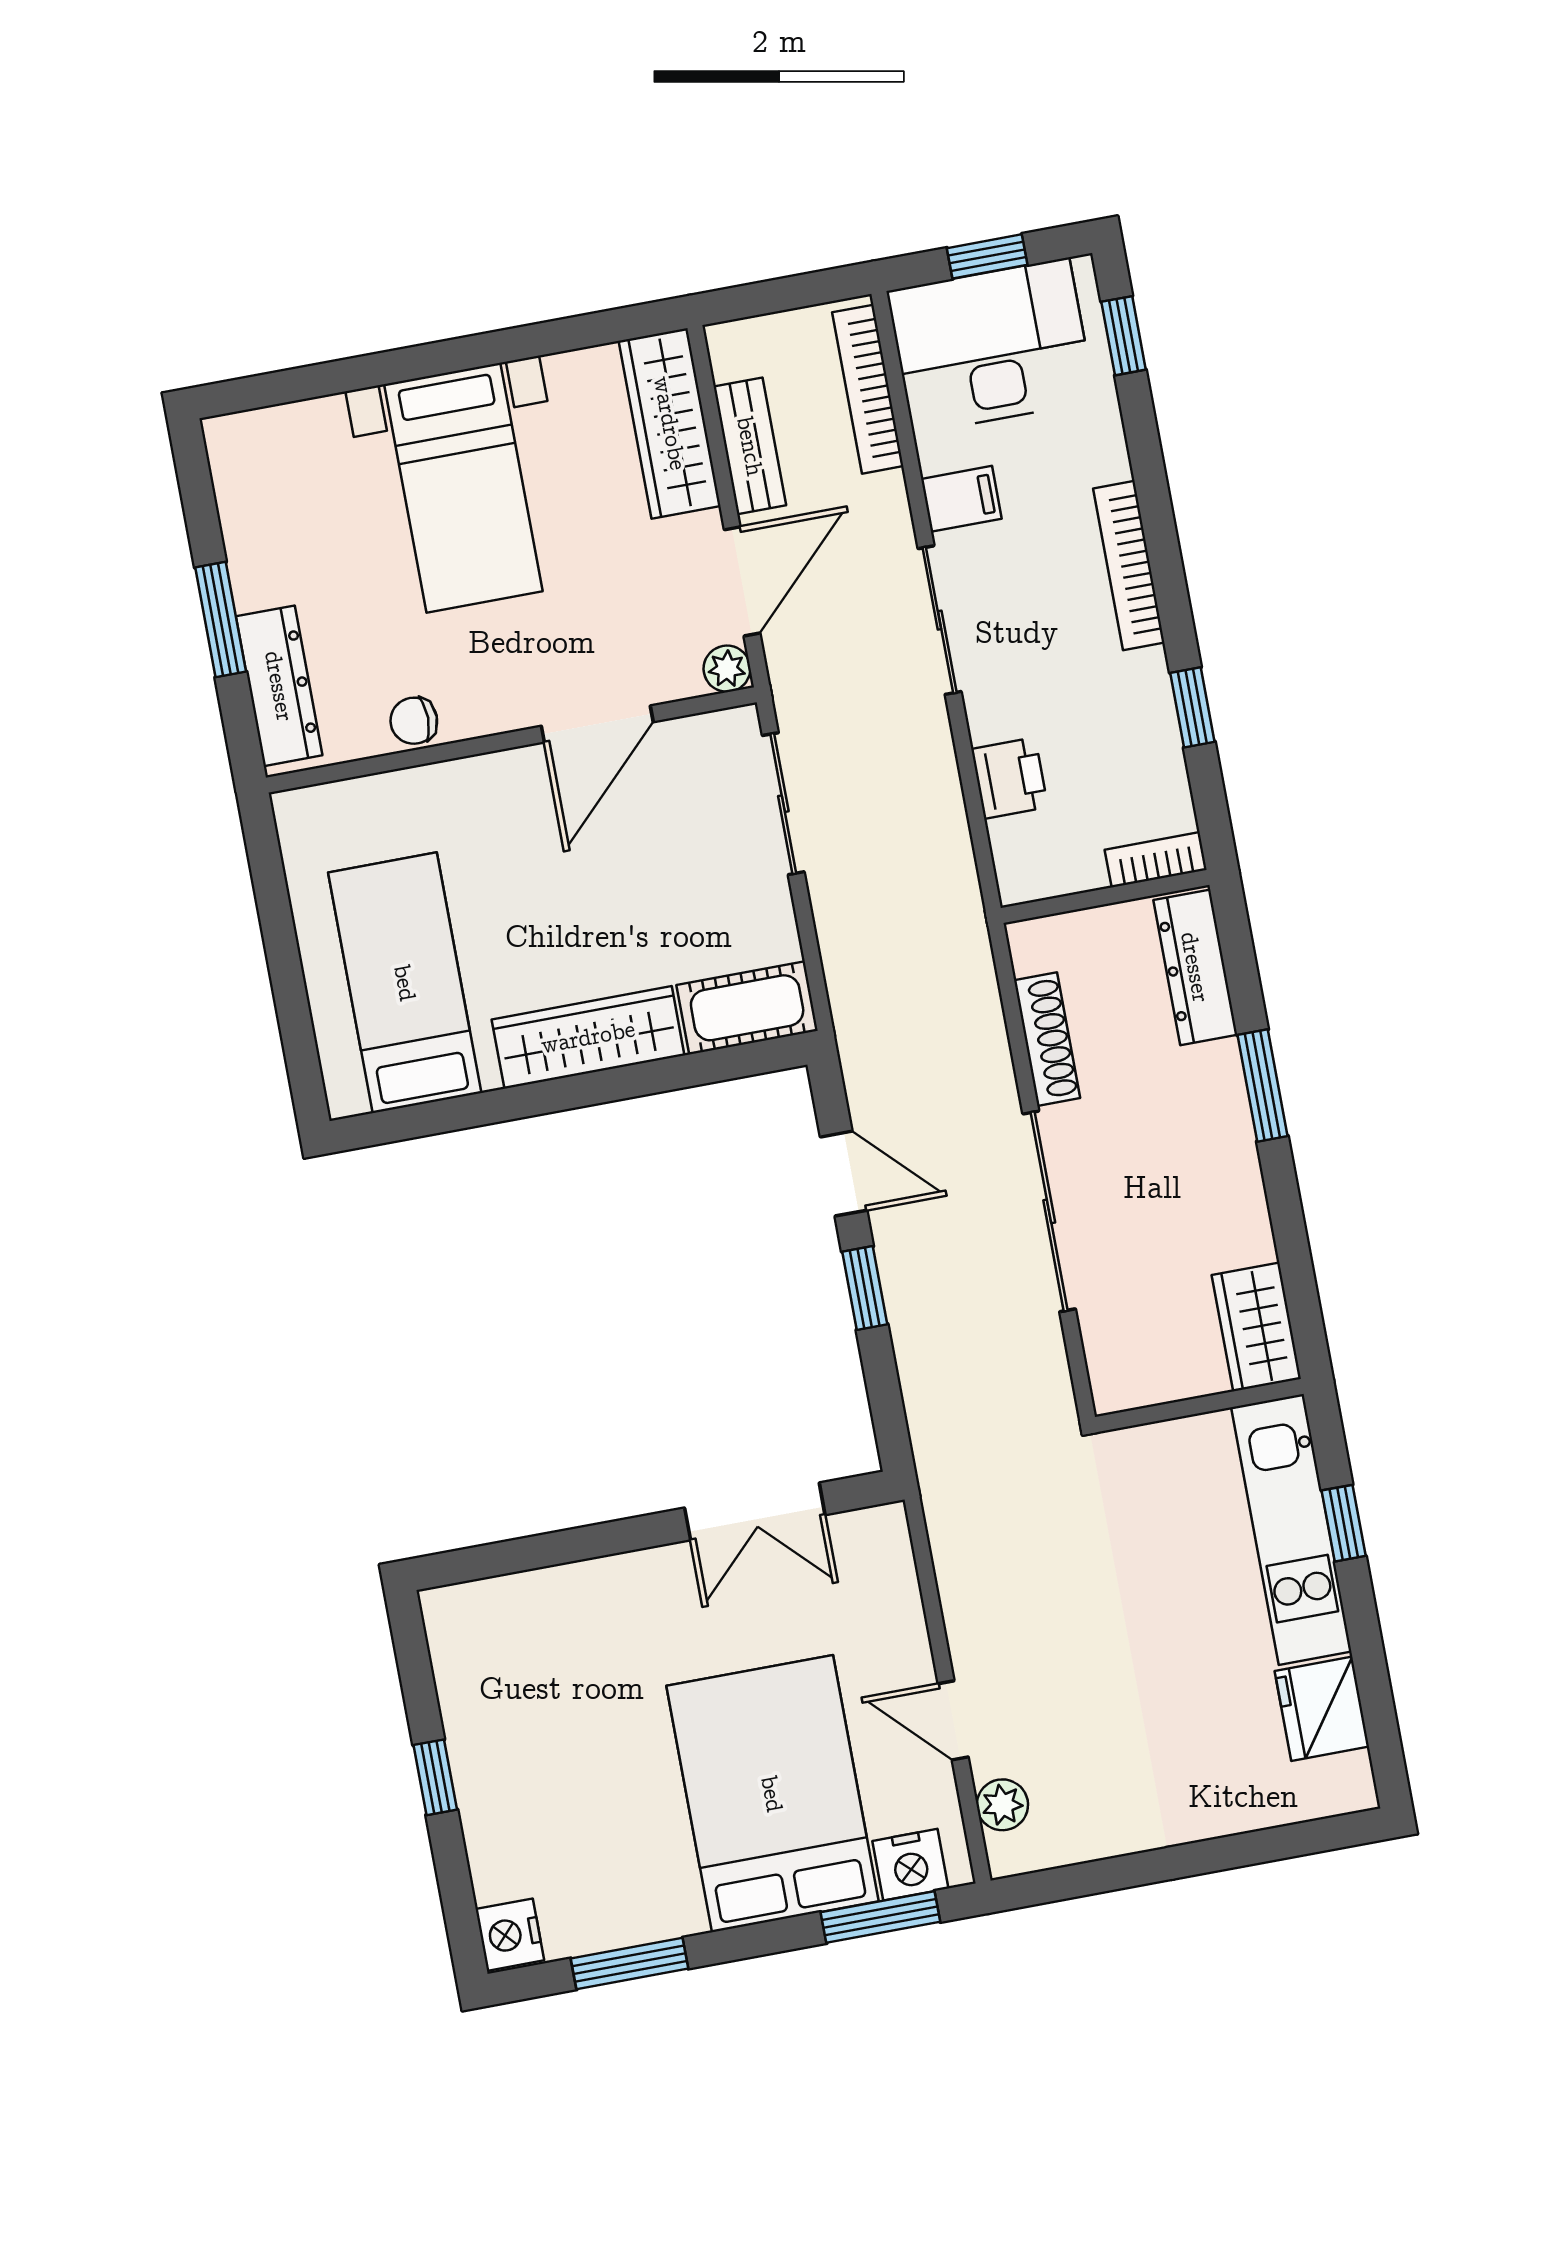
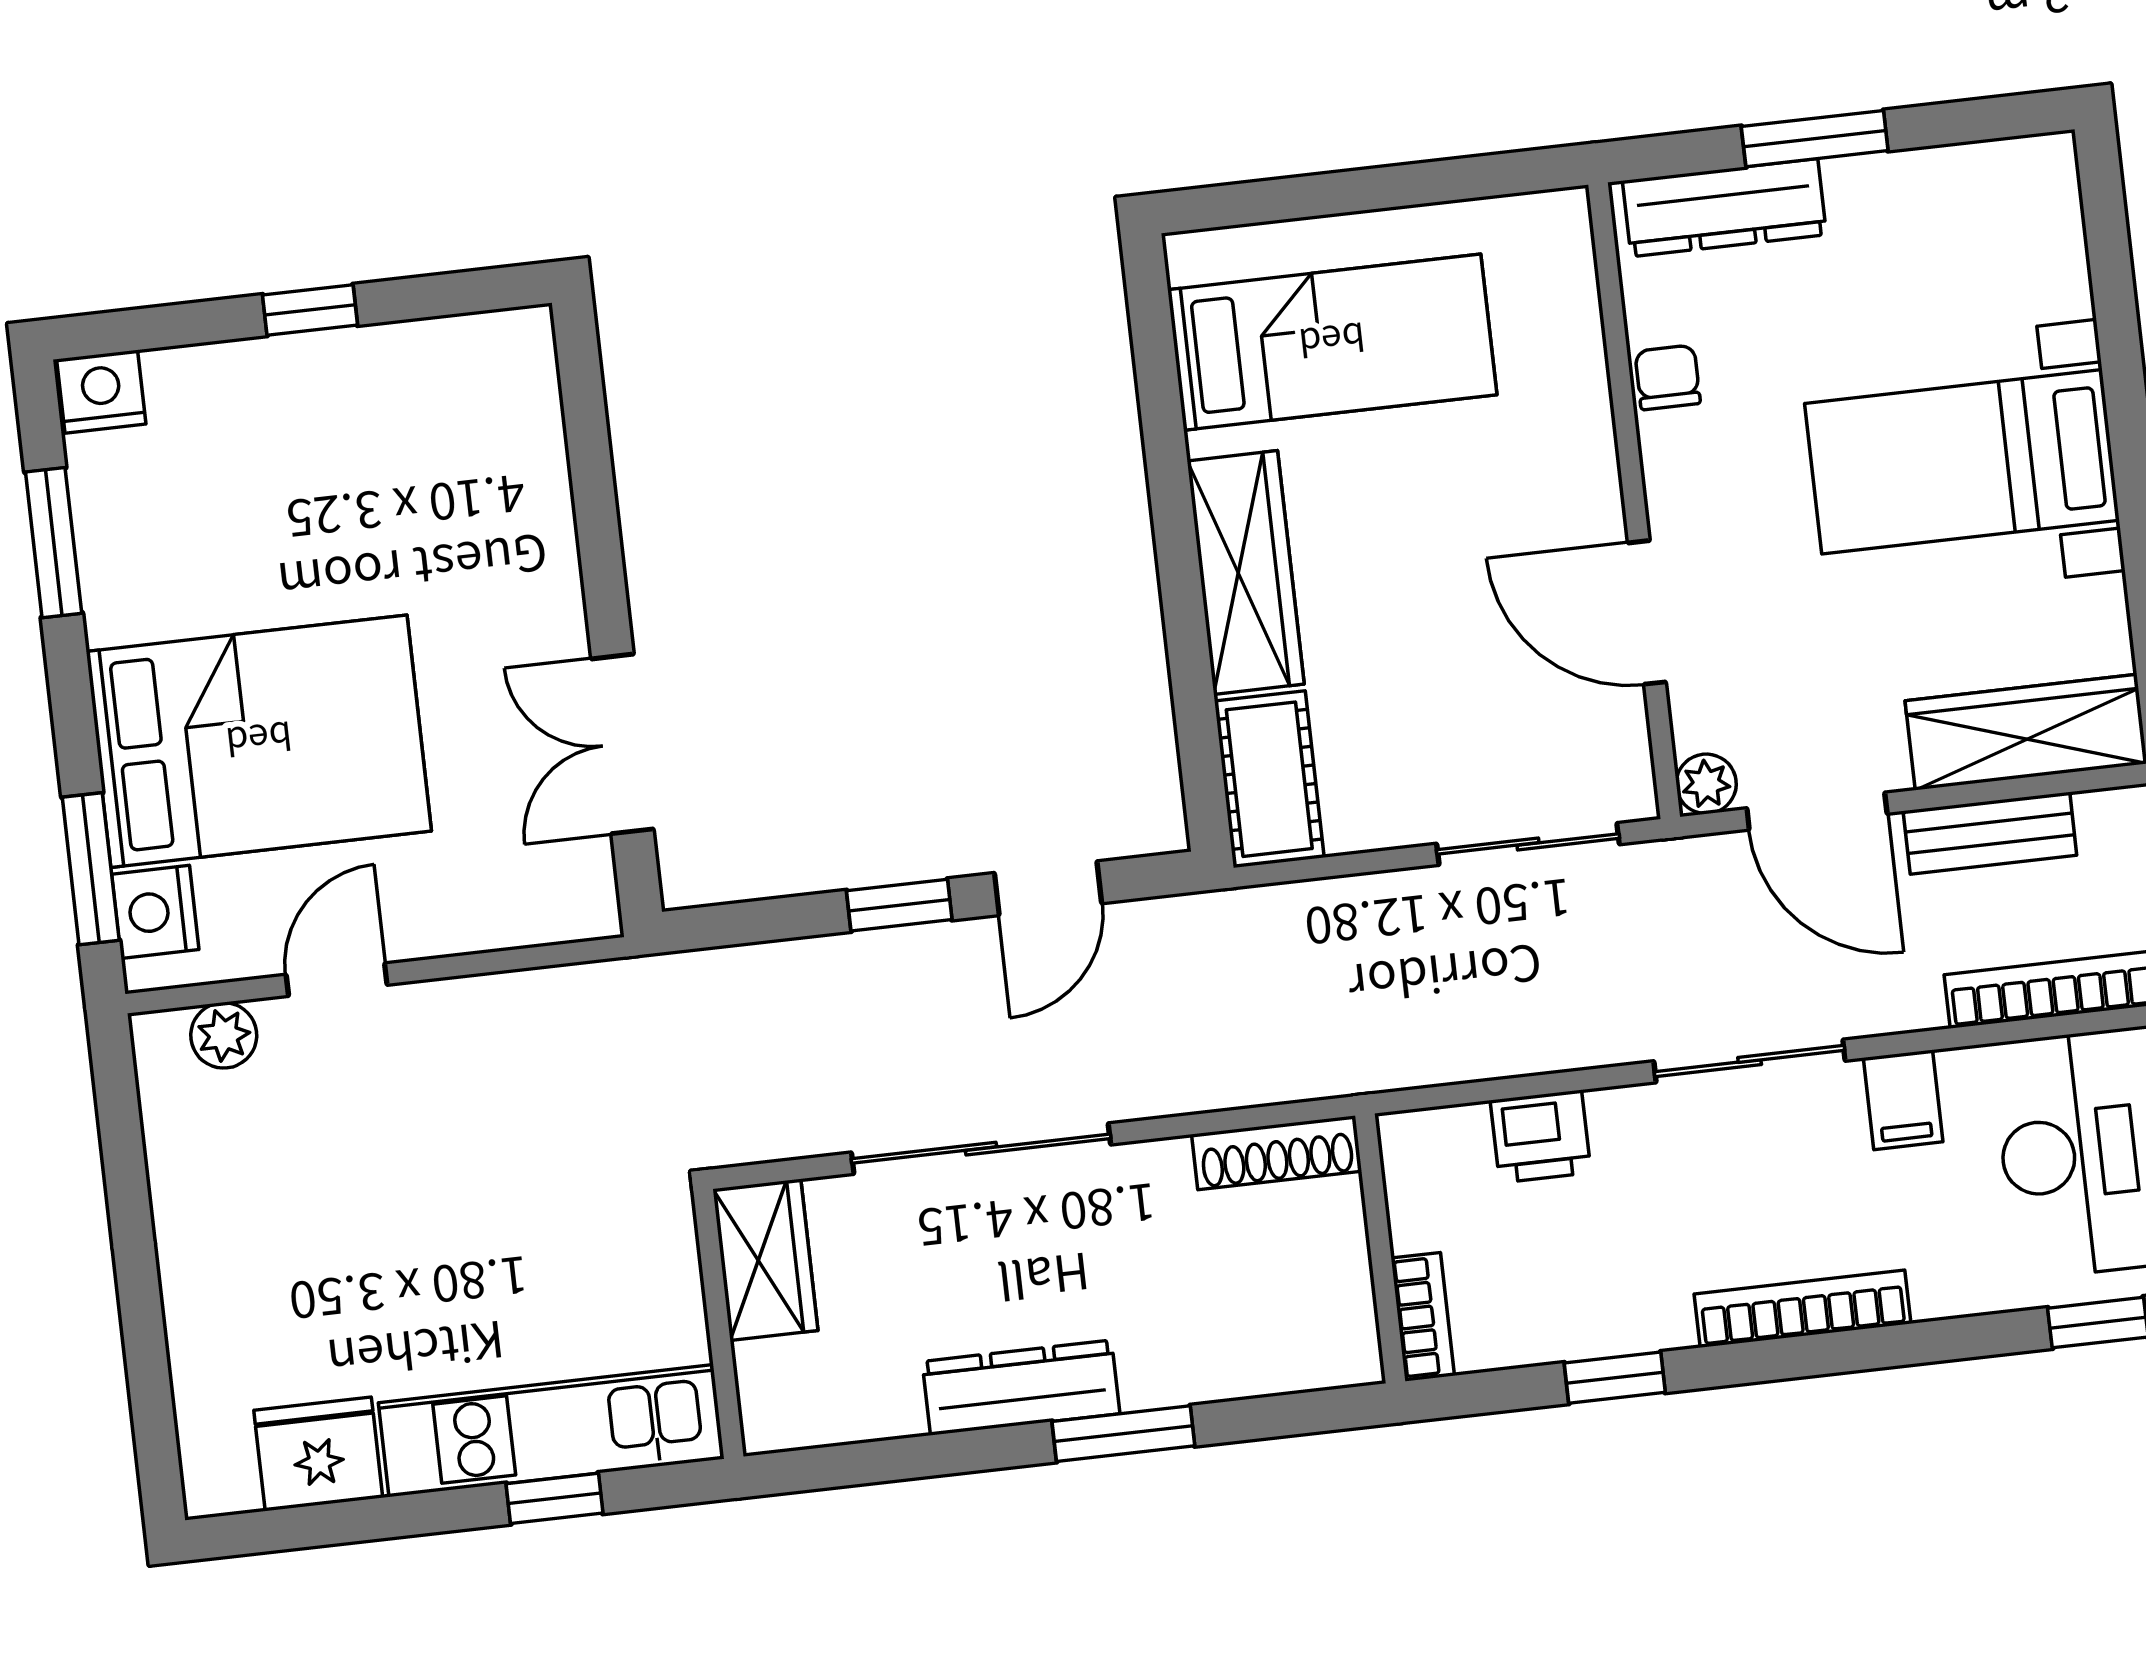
dresser: (1195, 967) -> (1021, 1388), moved
shoe rack: (1047, 1039) -> (1277, 1153), moved
wardrobe: (1256, 1327) -> (765, 1260), moved, turned 90

